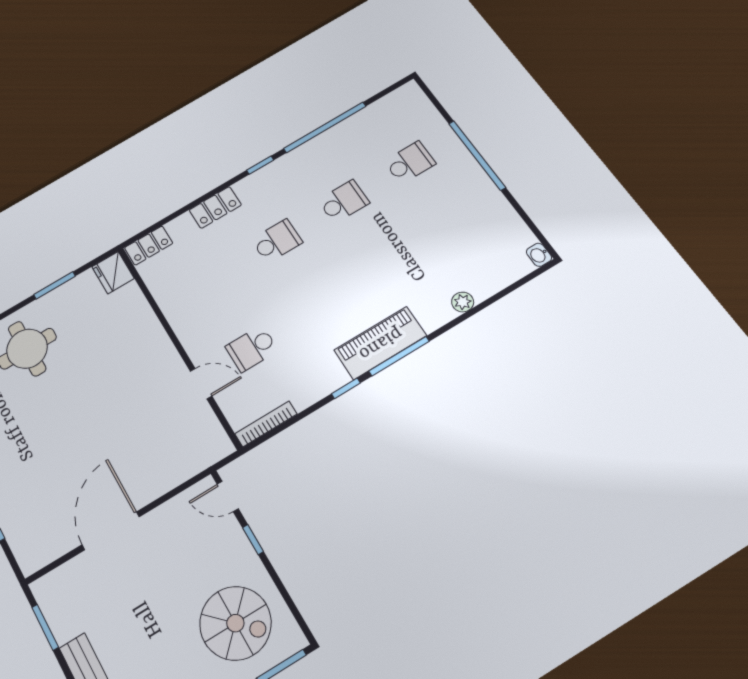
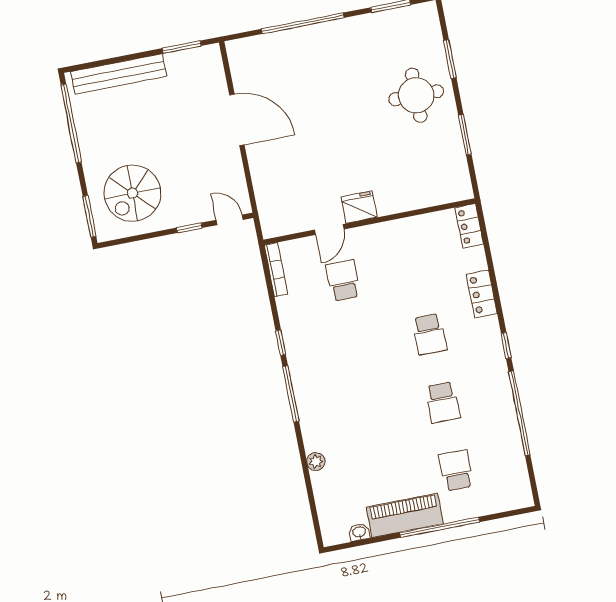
school desk: (410, 162) -> (456, 470), turned 180
washbasin: (539, 255) -> (359, 532), moved
fridge: (113, 273) -> (359, 207), moved
piano: (380, 343) -> (405, 515), moved, turned -90
door: (228, 496) -> (230, 220), hinge flipped

